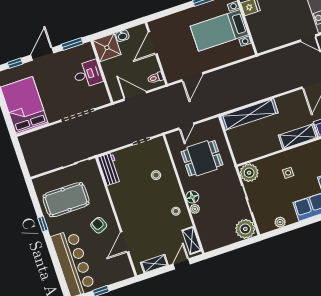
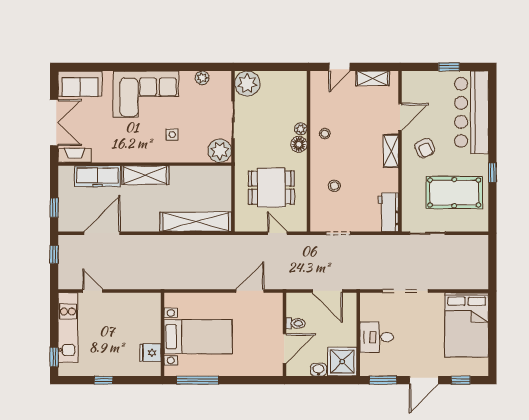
toilet: (155, 78) -> (296, 323), moved
door: (186, 126) -> (277, 233), hinge flipped
shelving: (192, 241) -> (391, 151), moved

